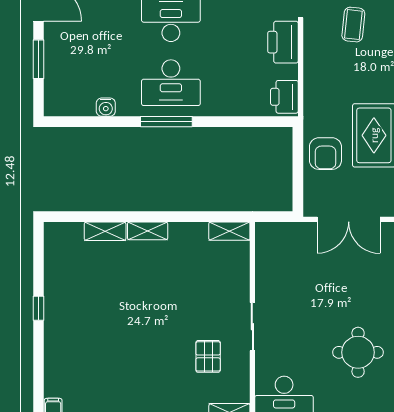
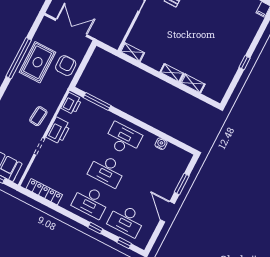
coffee table: (353, 25) -> (38, 116), moved
window: (166, 122) -> (97, 101), moved

